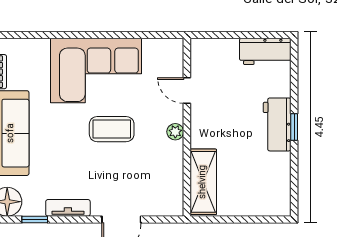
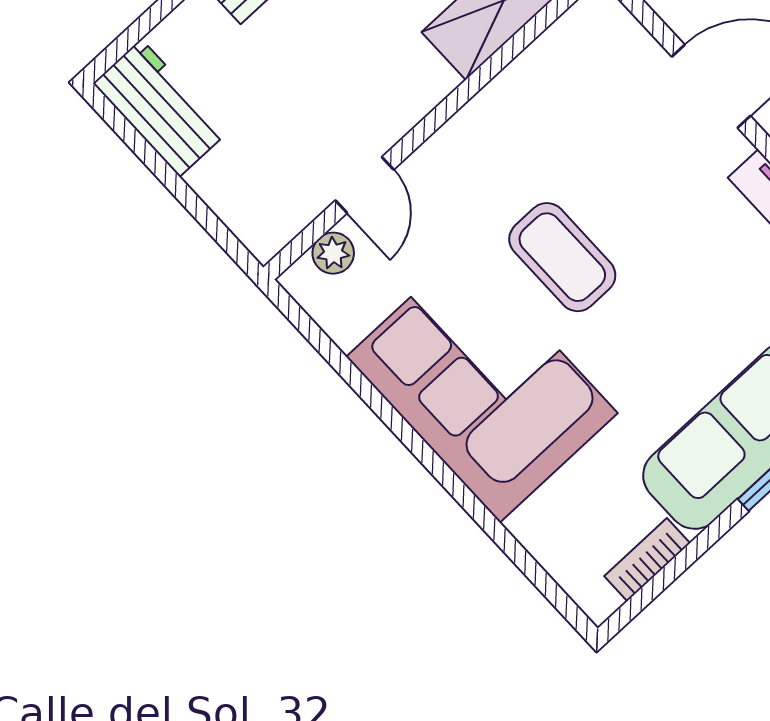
plant: (175, 132) -> (333, 253), moved

